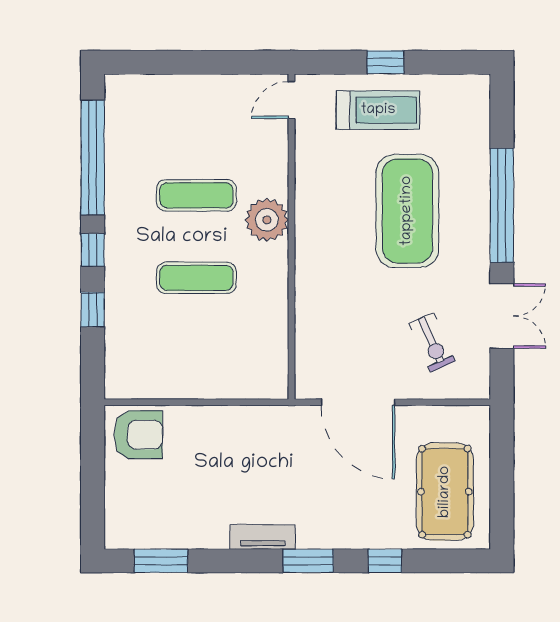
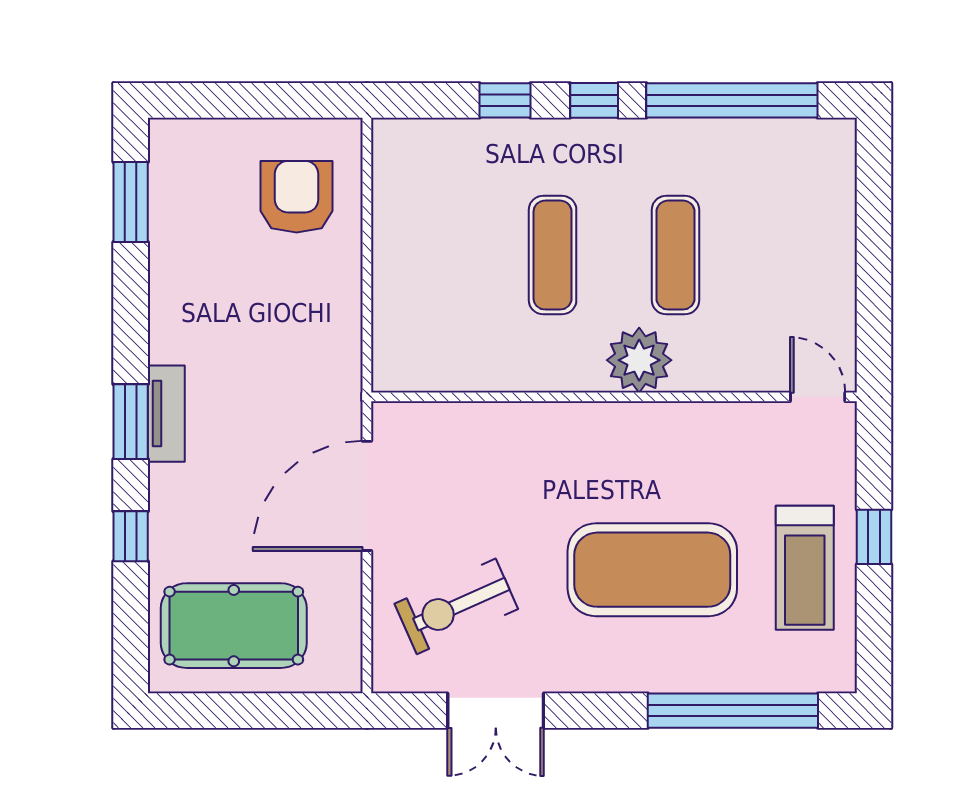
treadmill: (378, 110) -> (805, 568), moved
window: (502, 205) -> (733, 711), moved
exercise bike: (432, 342) -> (456, 606), width x1.38, depth x1.39
armchair: (138, 435) -> (297, 197), moved, turned 180
tv unit: (263, 537) -> (166, 414), moved

